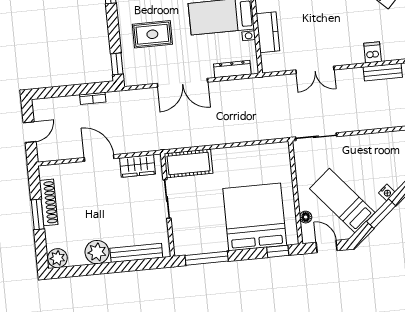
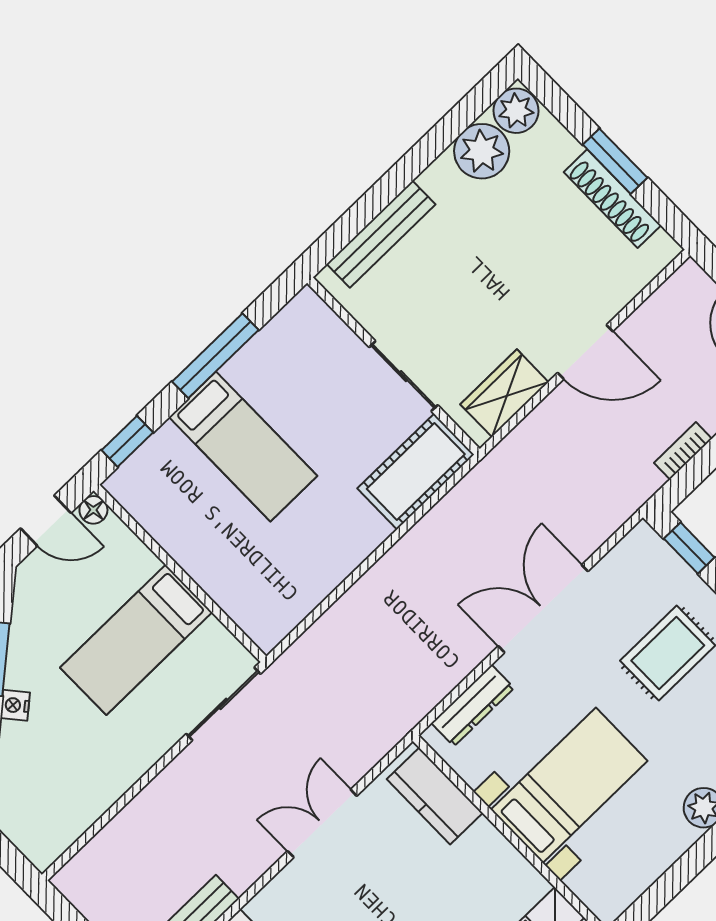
kitchen counter: (268, 32) -> (435, 796), moved
bed: (342, 201) -> (136, 640), moved, turned 130
bed: (255, 217) -> (243, 446), width x0.49
floor lamp: (306, 217) -> (93, 510), moved
plant: (97, 252) -> (482, 151), moved
window: (207, 258) -> (215, 356), moved

